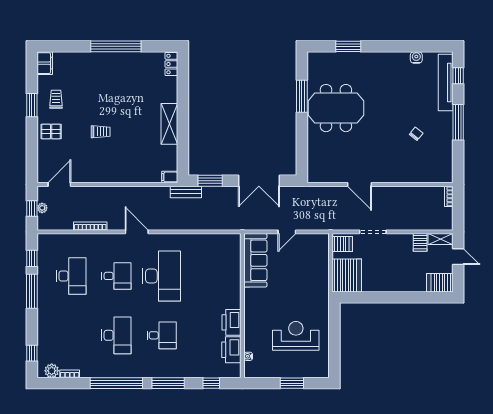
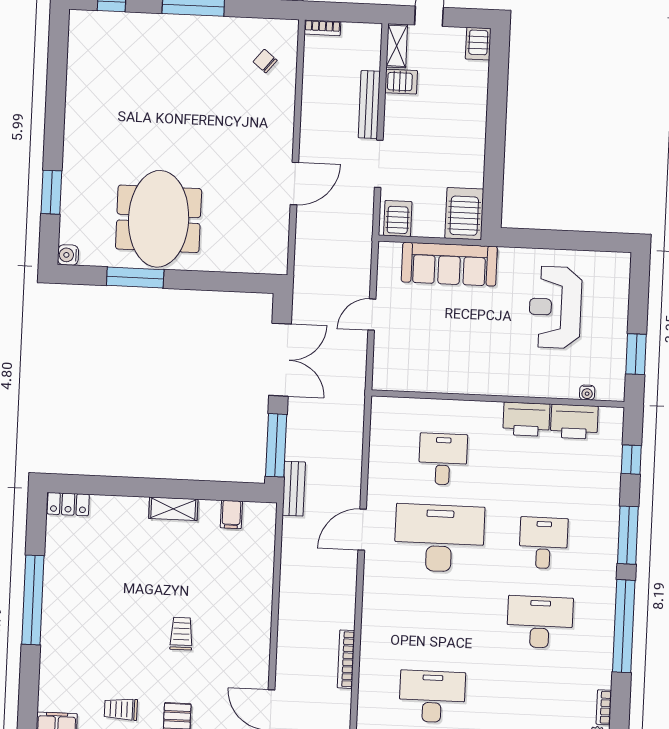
water cooler: (416, 57) -> (68, 255), moved
tv unit: (446, 82) -> (122, 24), removed
shelving: (169, 124) -> (173, 509), width x0.67, depth x0.75
chair: (416, 134) -> (265, 61), moved
filing cabinet: (170, 177) -> (231, 514), moved
window: (210, 181) -> (276, 445), width x1.44
bench: (406, 225) -> (369, 104), added
door: (137, 232) -> (362, 530), moved
door: (287, 232) -> (372, 315), swing flipped
sofa: (255, 260) -> (449, 264), moved, turned 180
desk: (116, 276) -> (443, 459), moved
server rack: (347, 276) -> (464, 214), width x0.62
server rack: (440, 283) -> (478, 44), width x0.73, depth x0.70
window: (292, 383) -> (636, 354), moved

